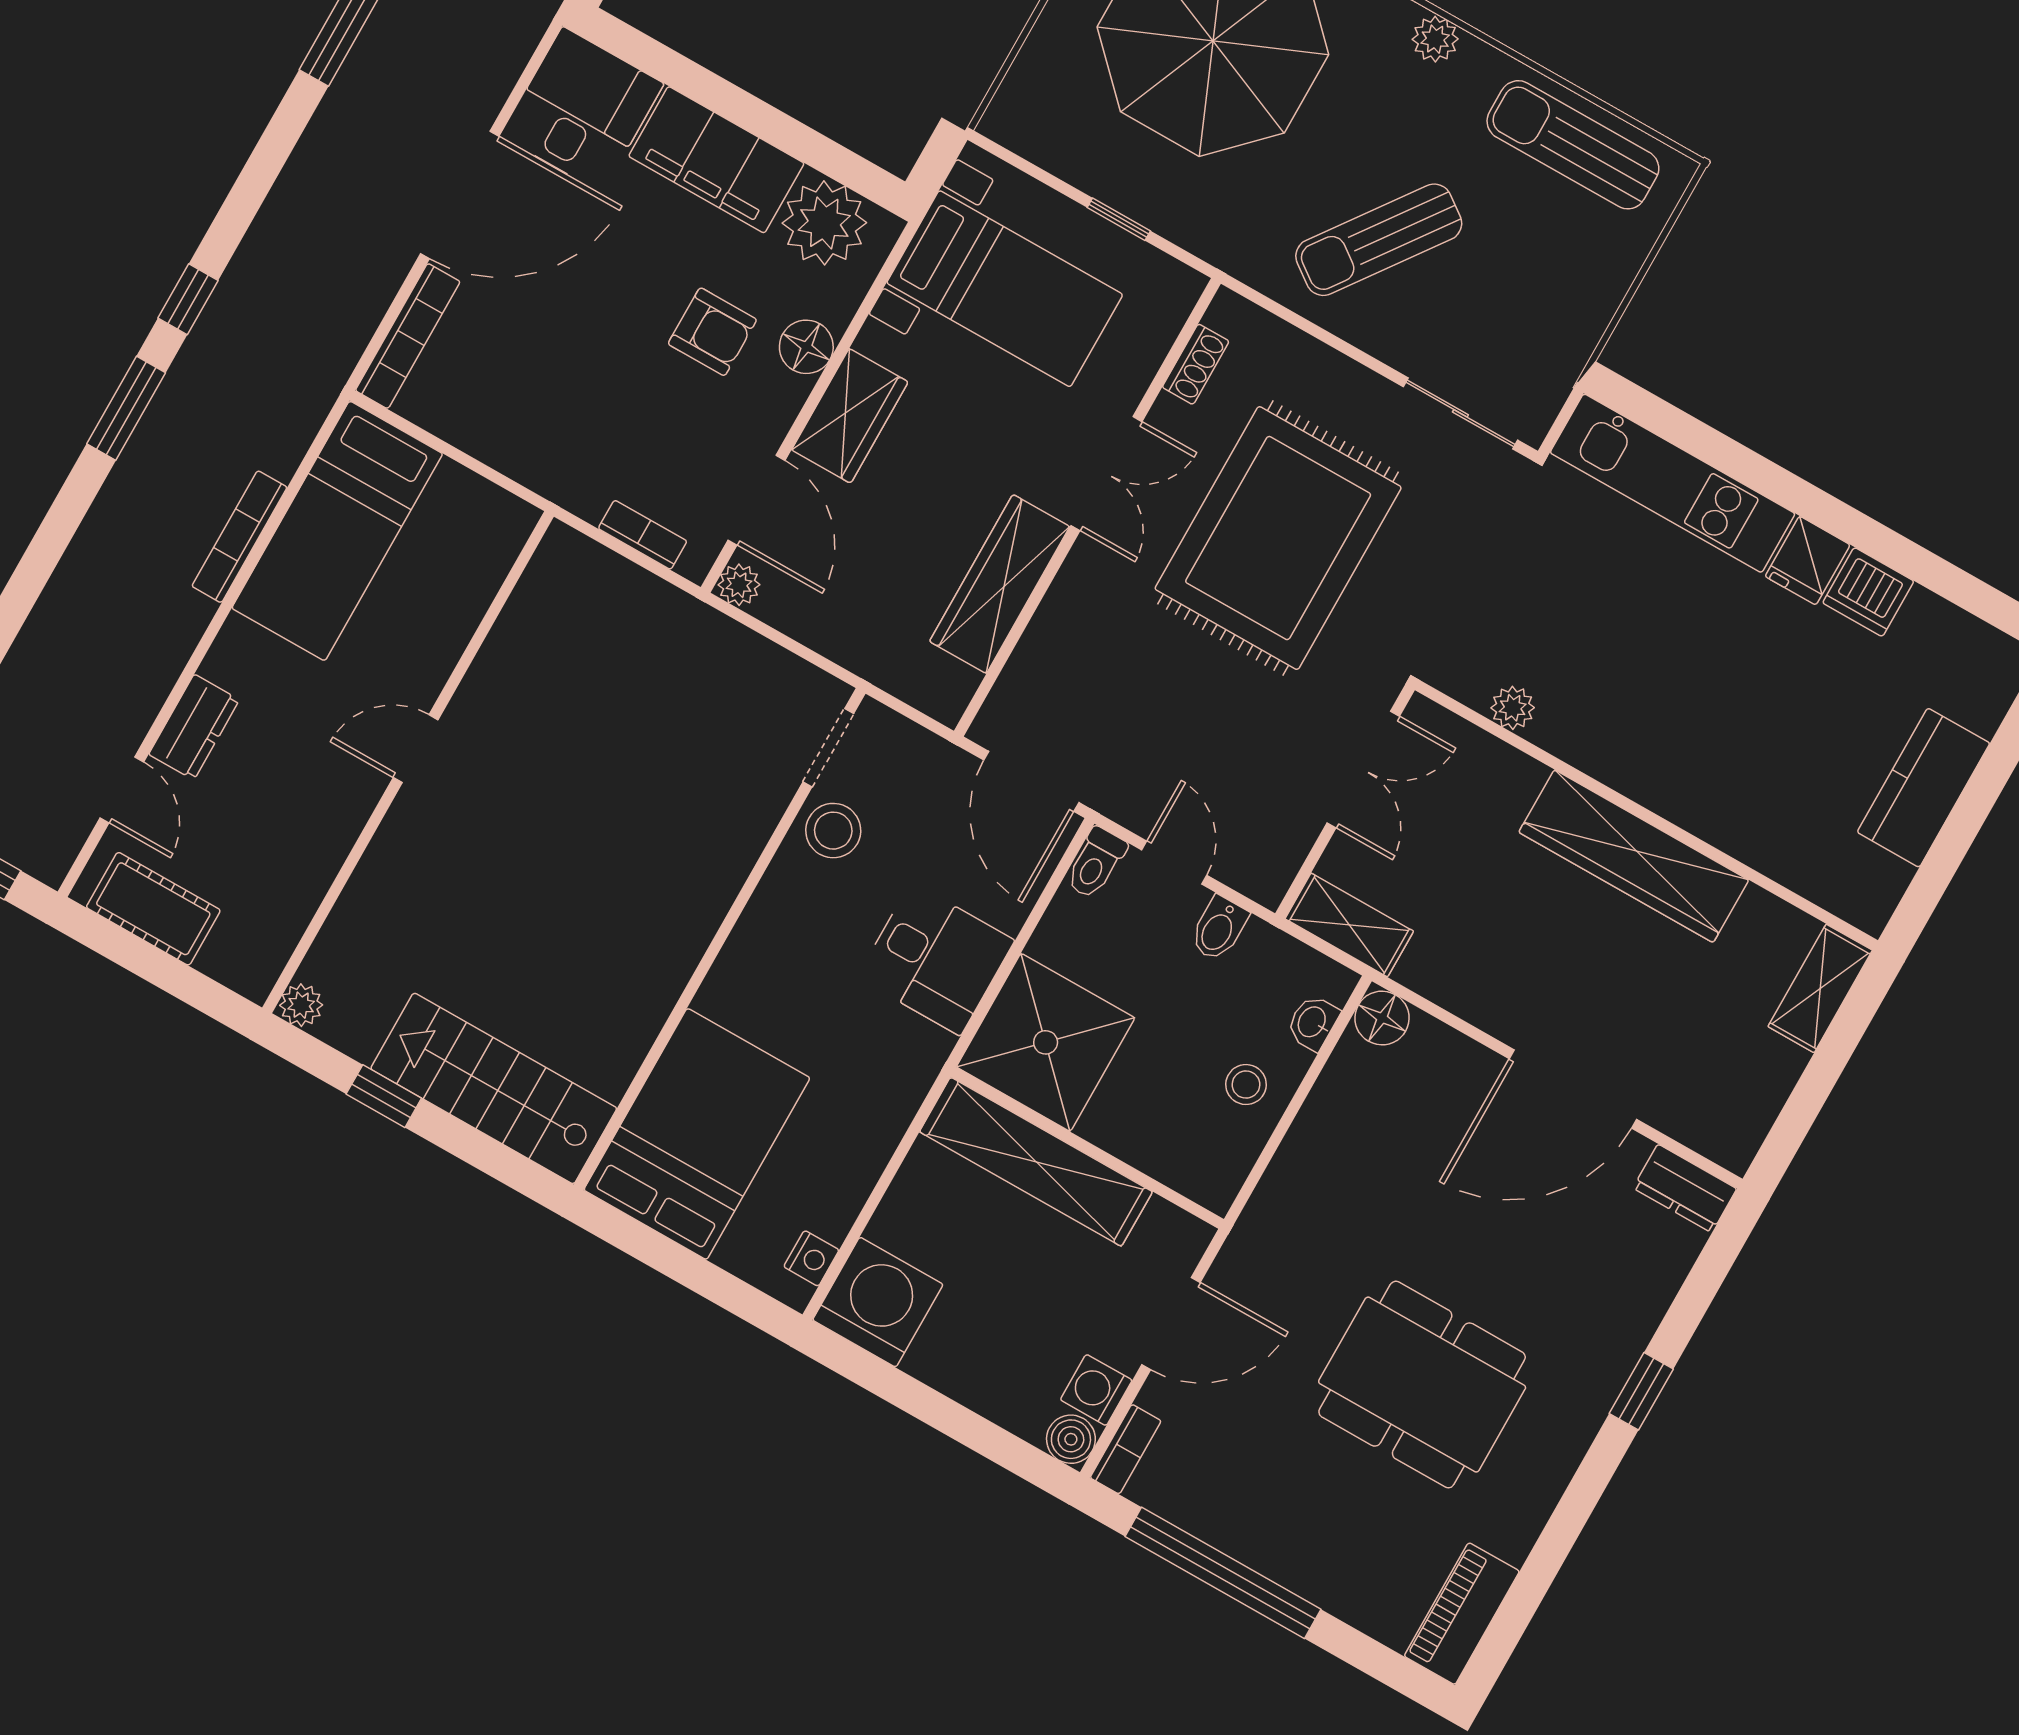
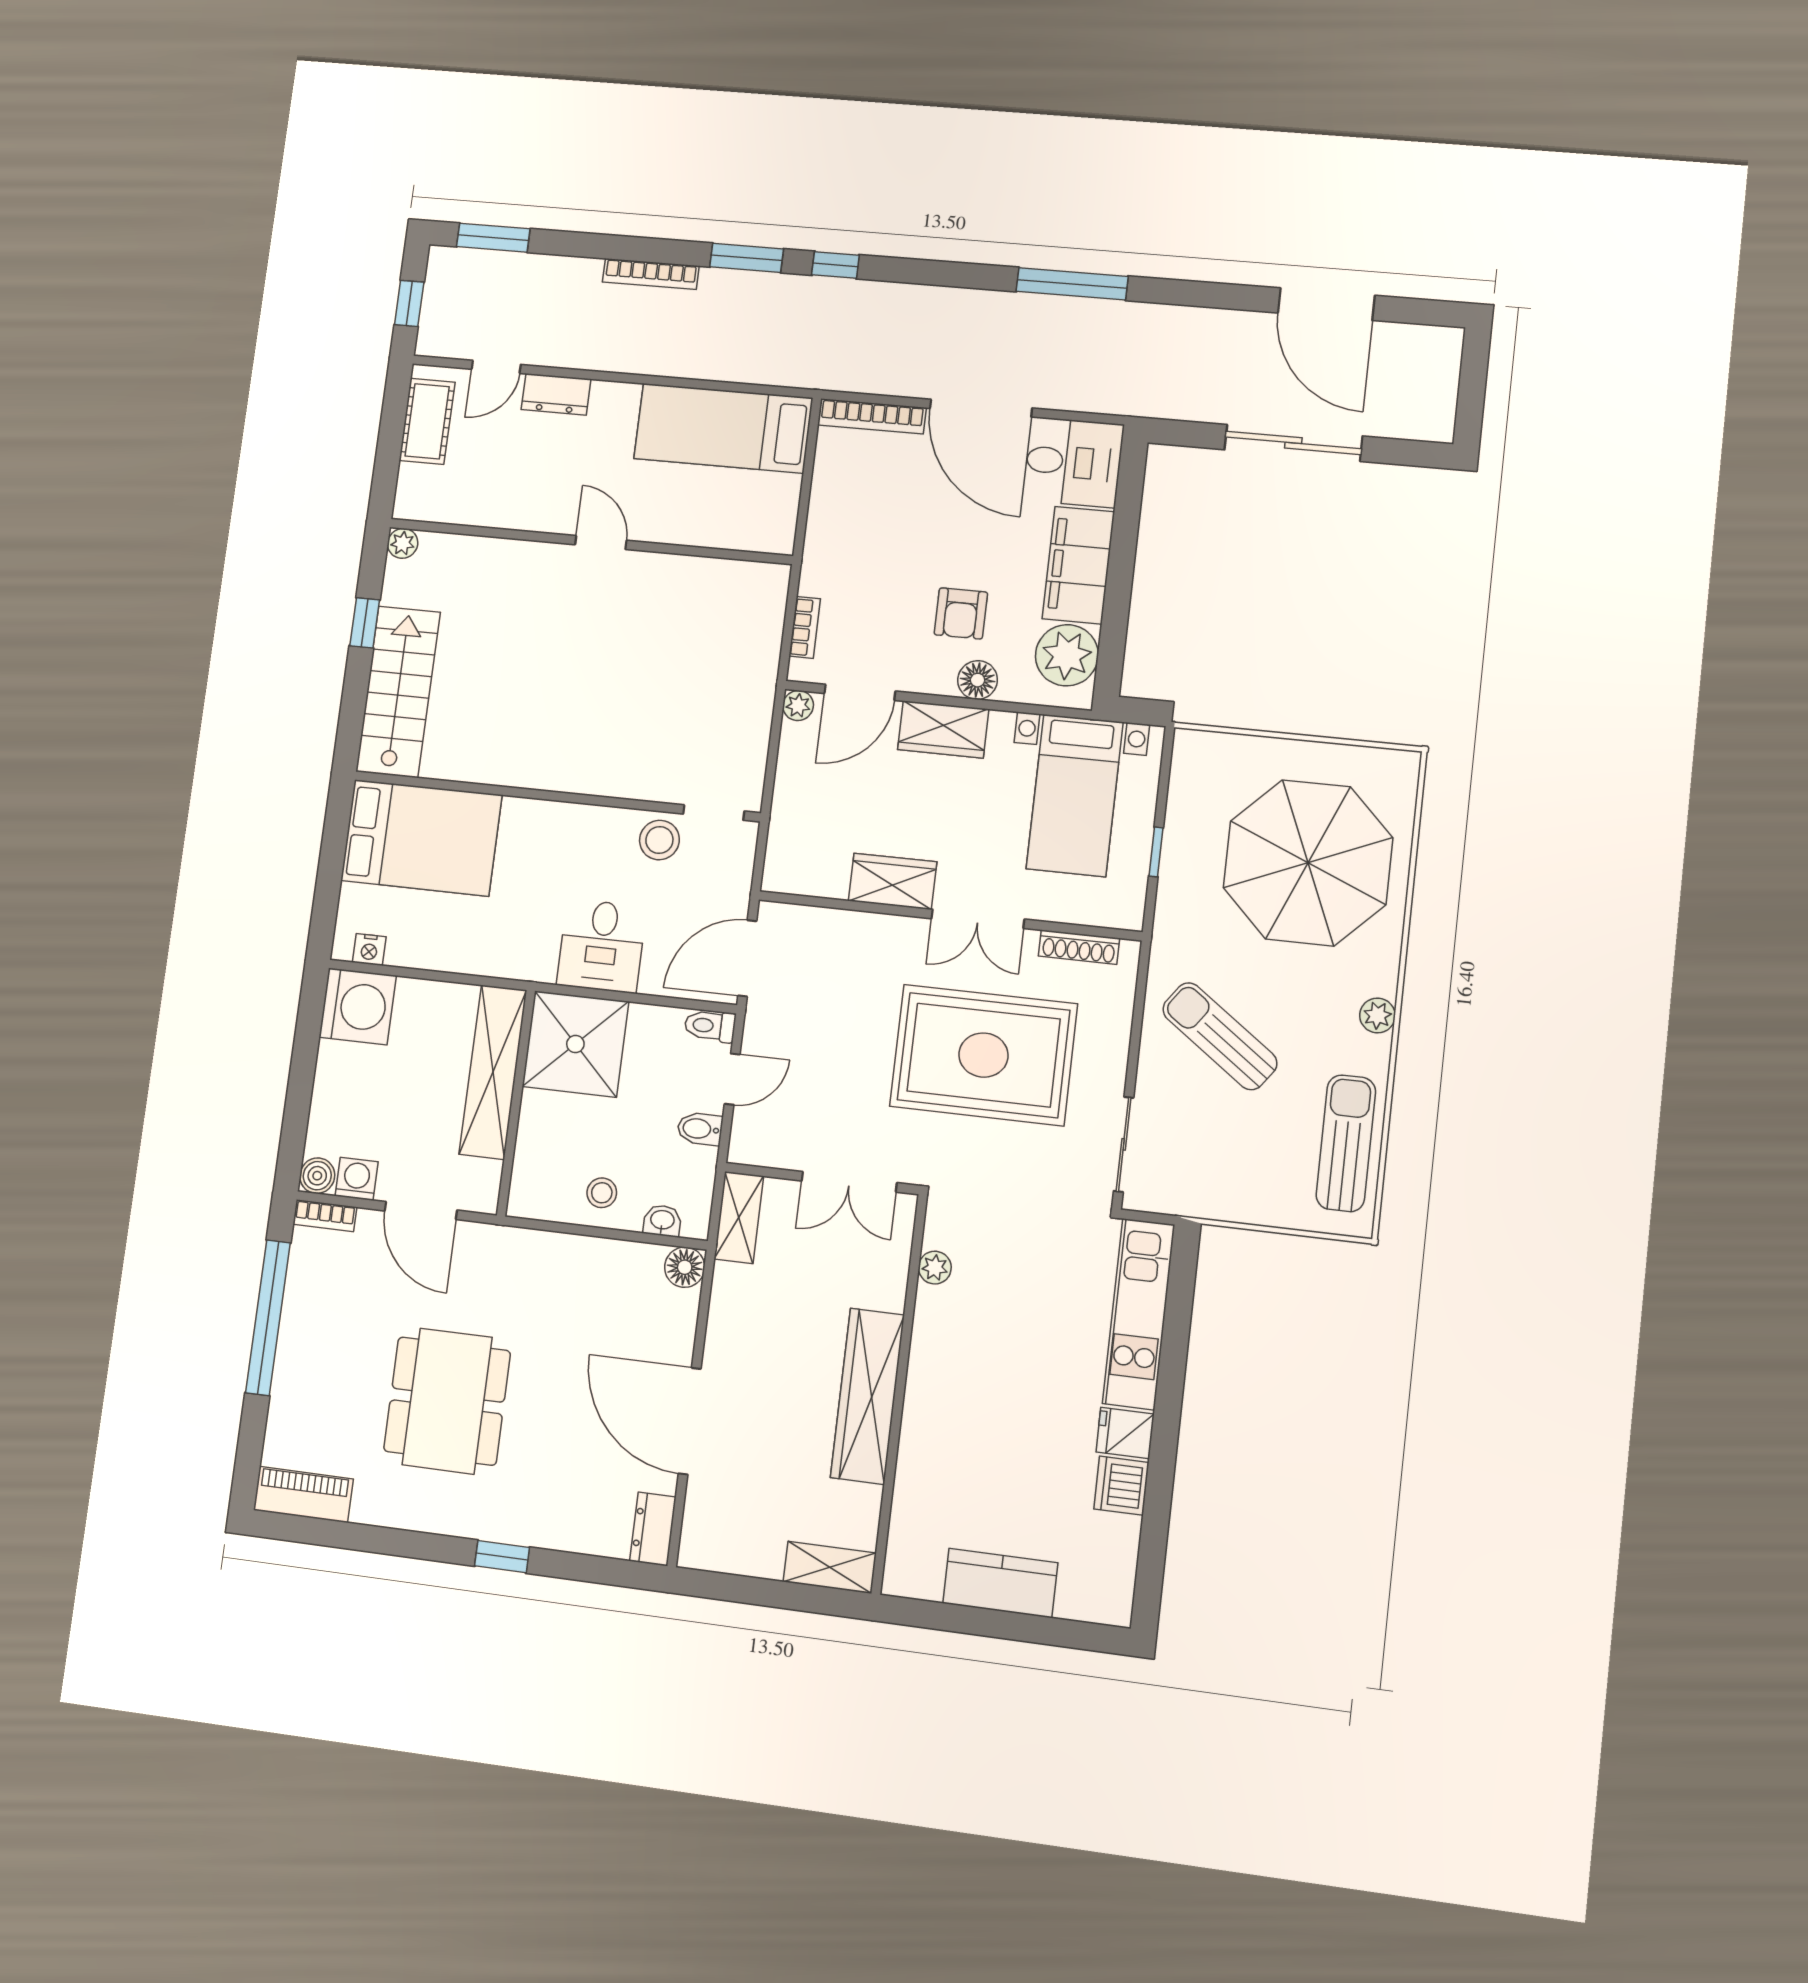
shoe rack: (1196, 364) -> (1079, 947), width x1.43
bookcase: (239, 537) -> (651, 274), moved, turned 180
wardrobe: (1000, 584) -> (893, 881), width x0.67

